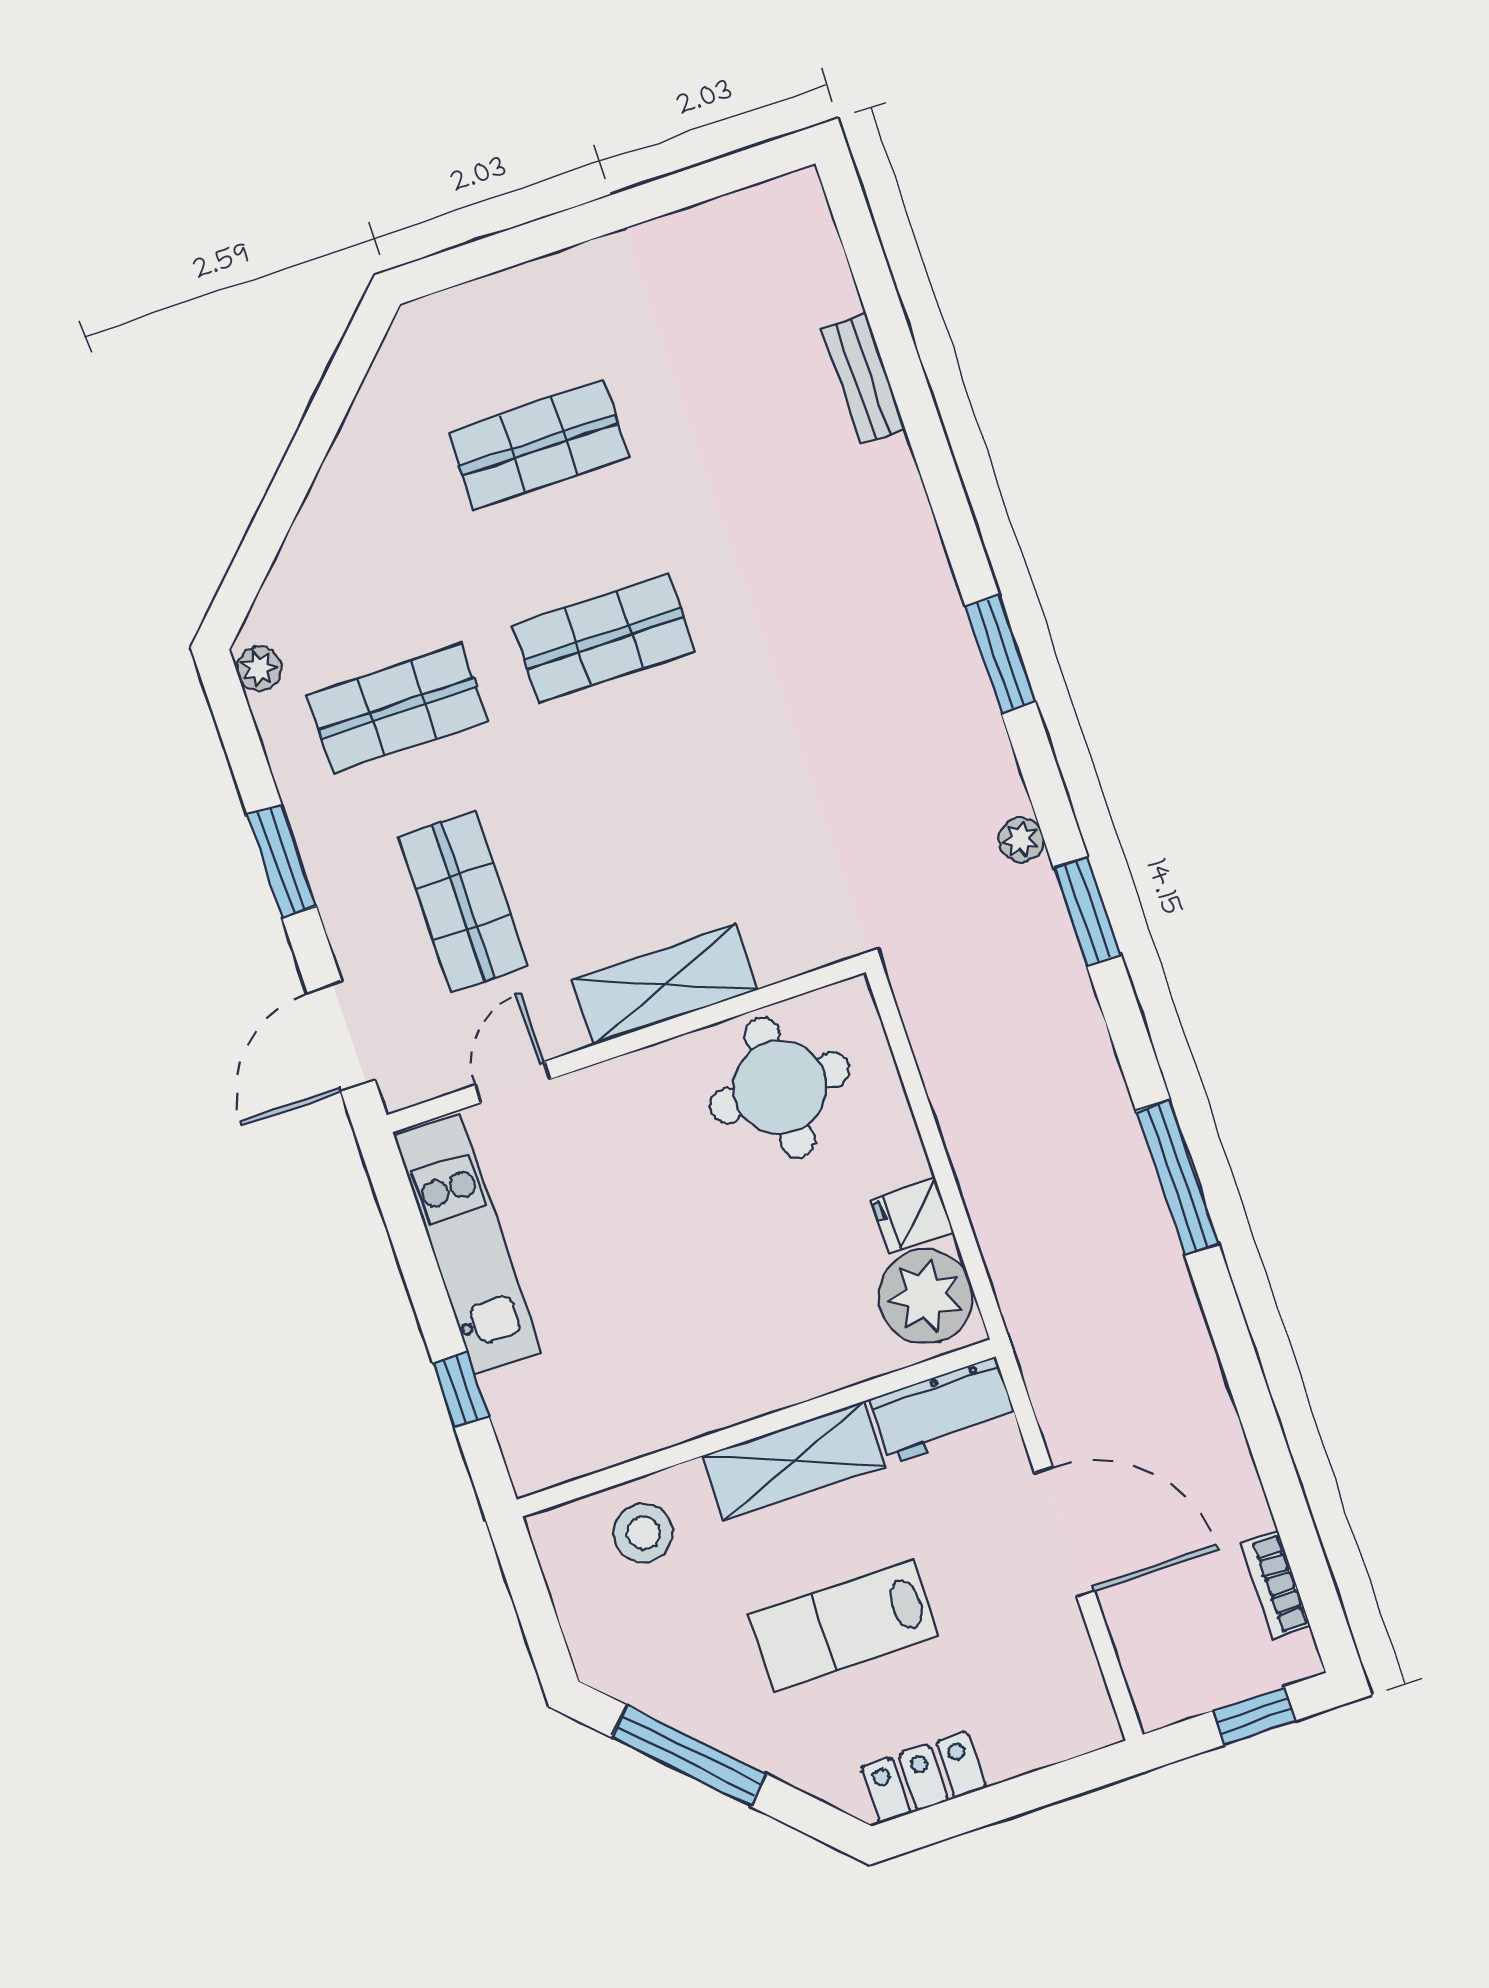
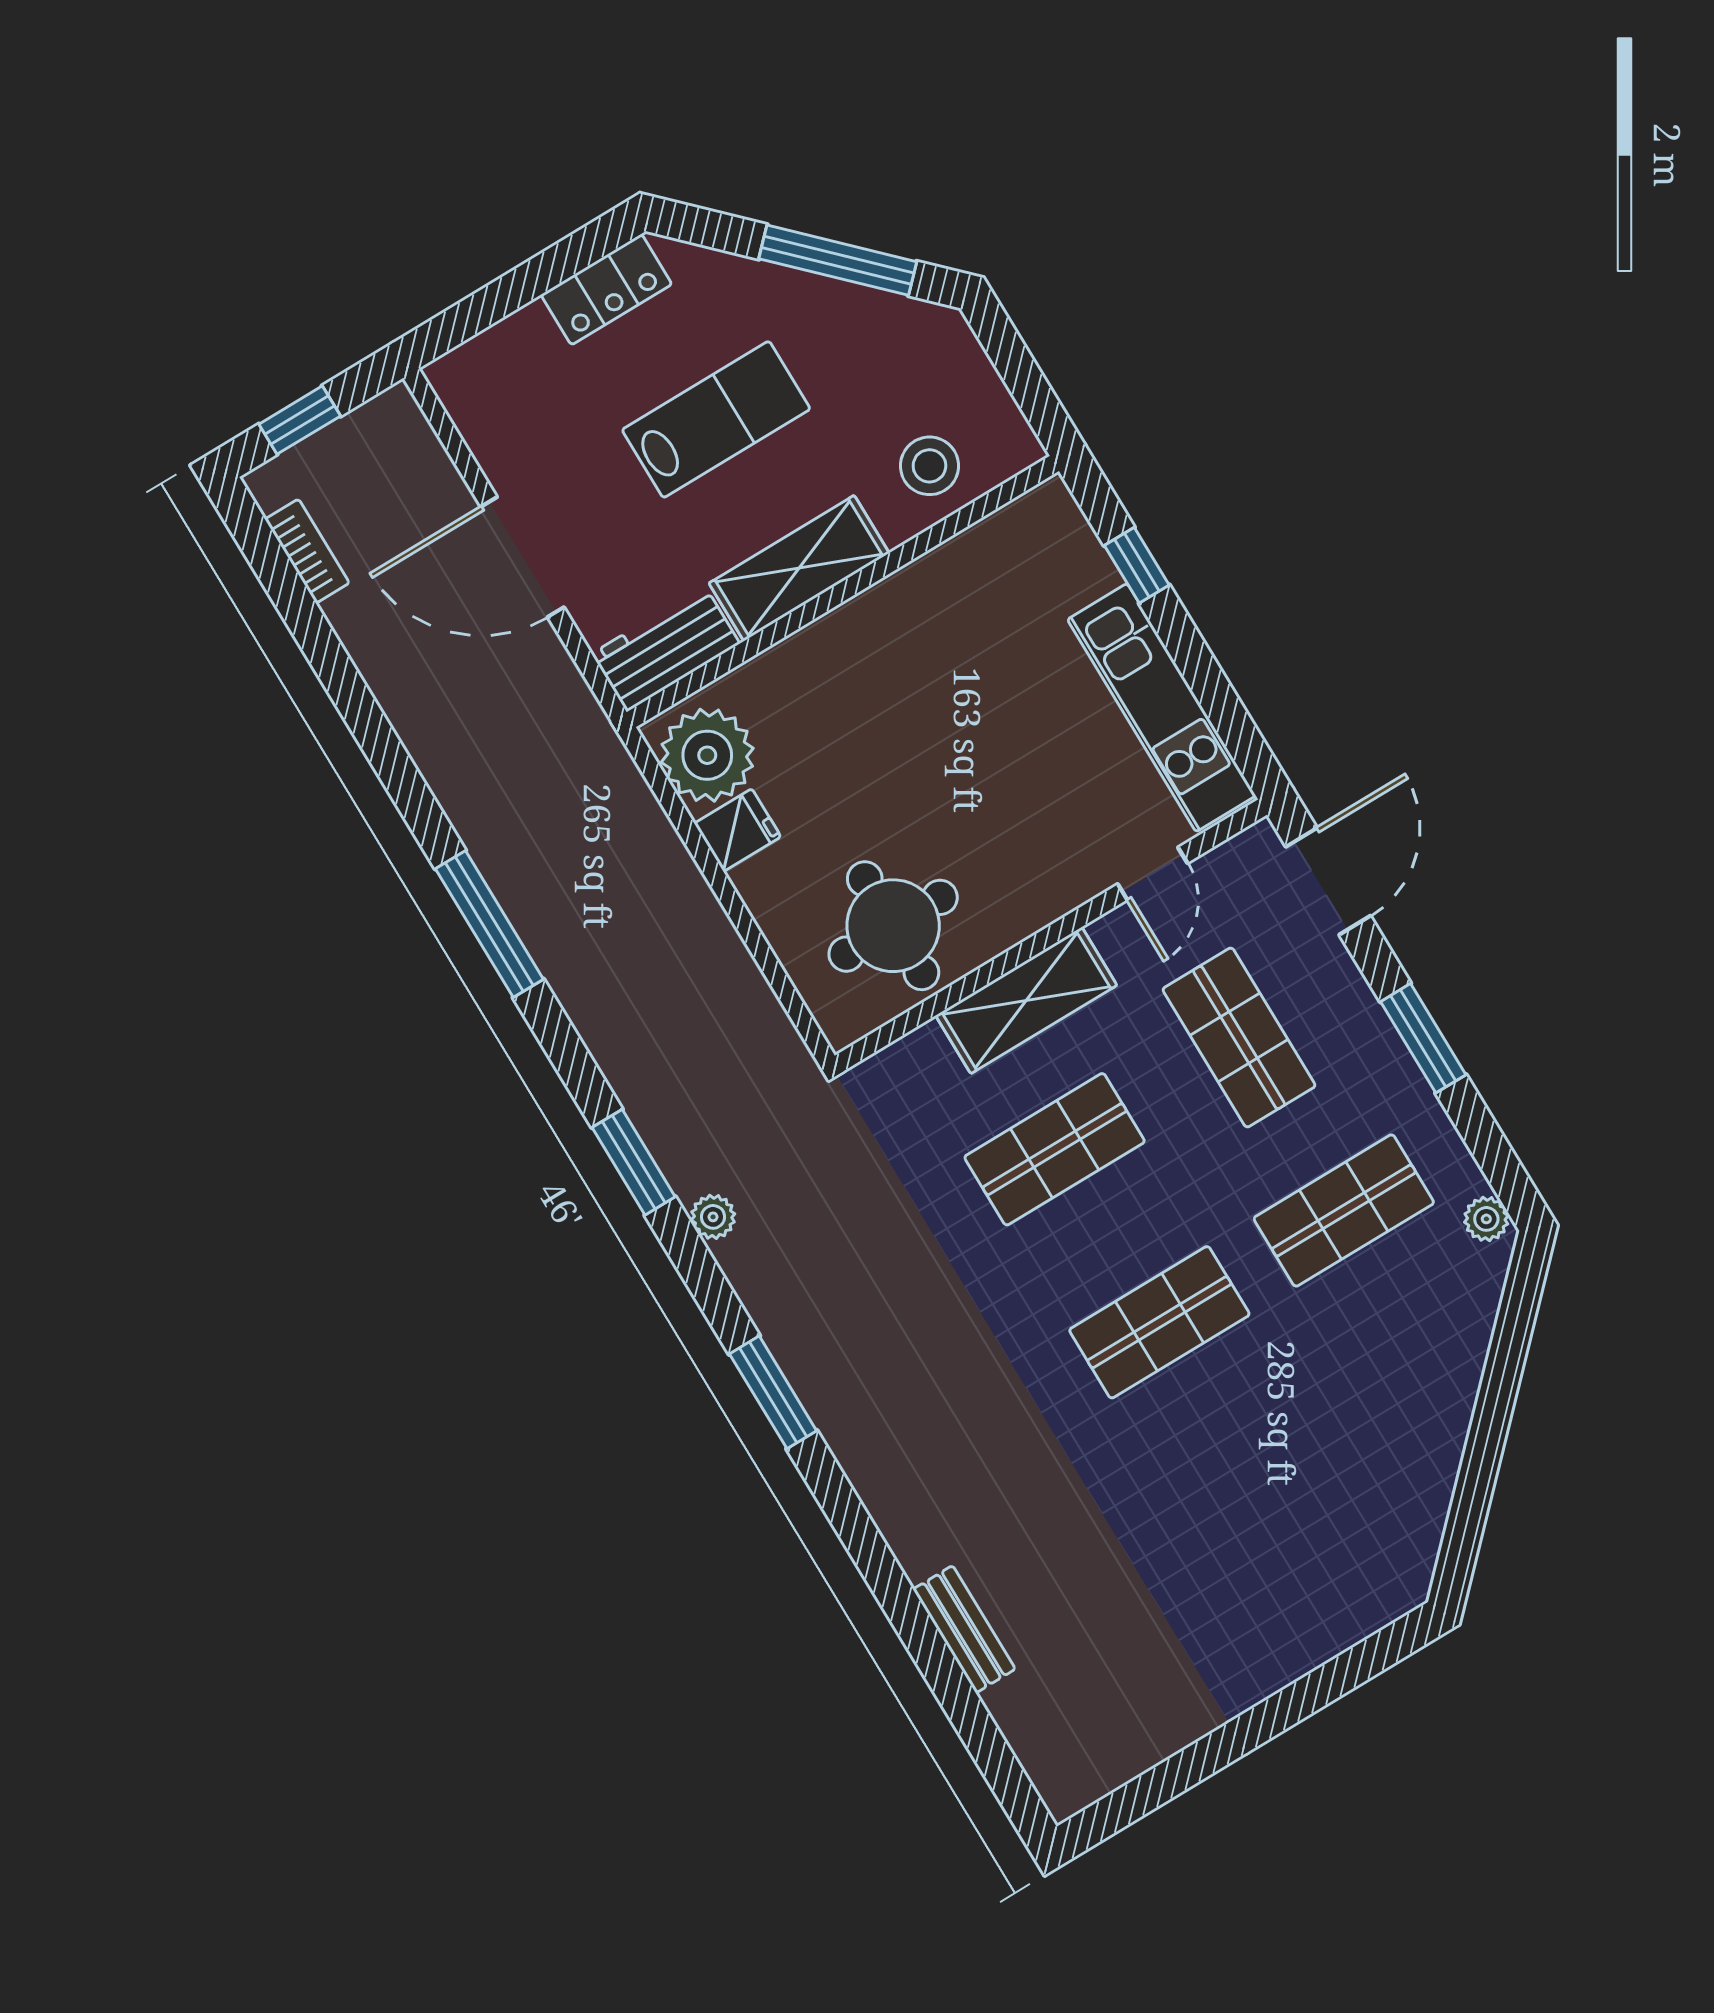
shop shelf: (538, 445) -> (1055, 1149), moved

